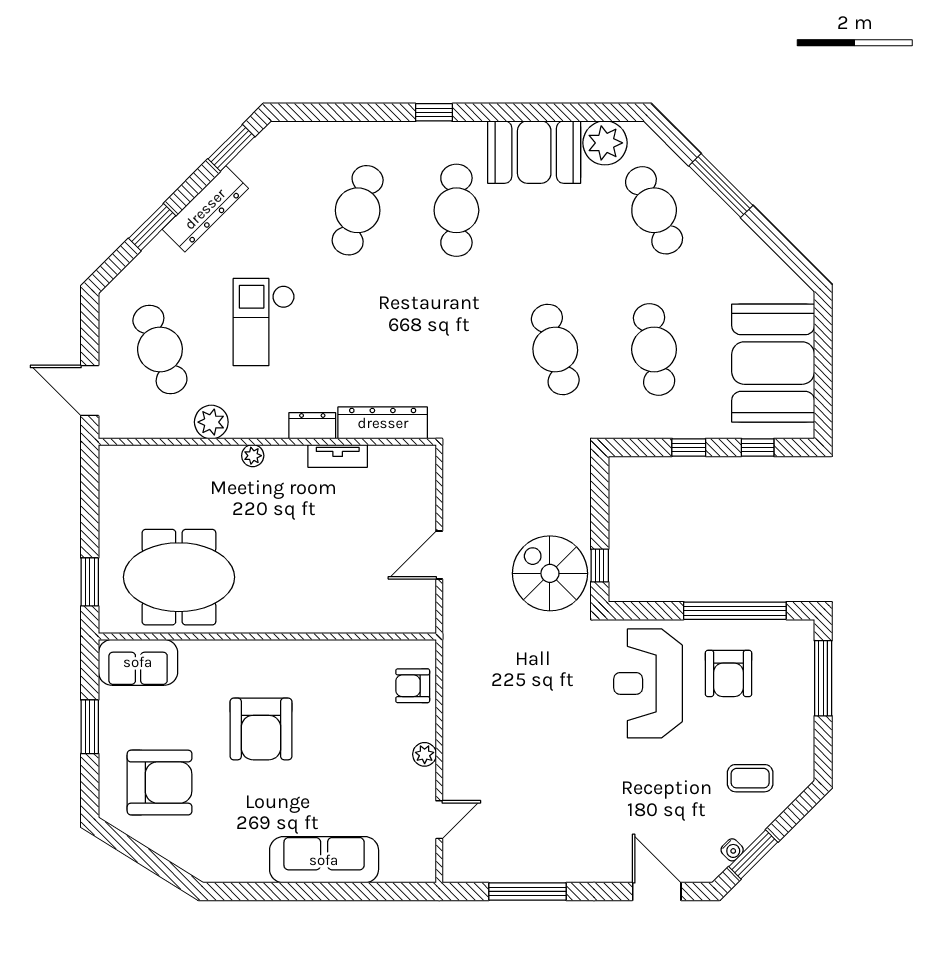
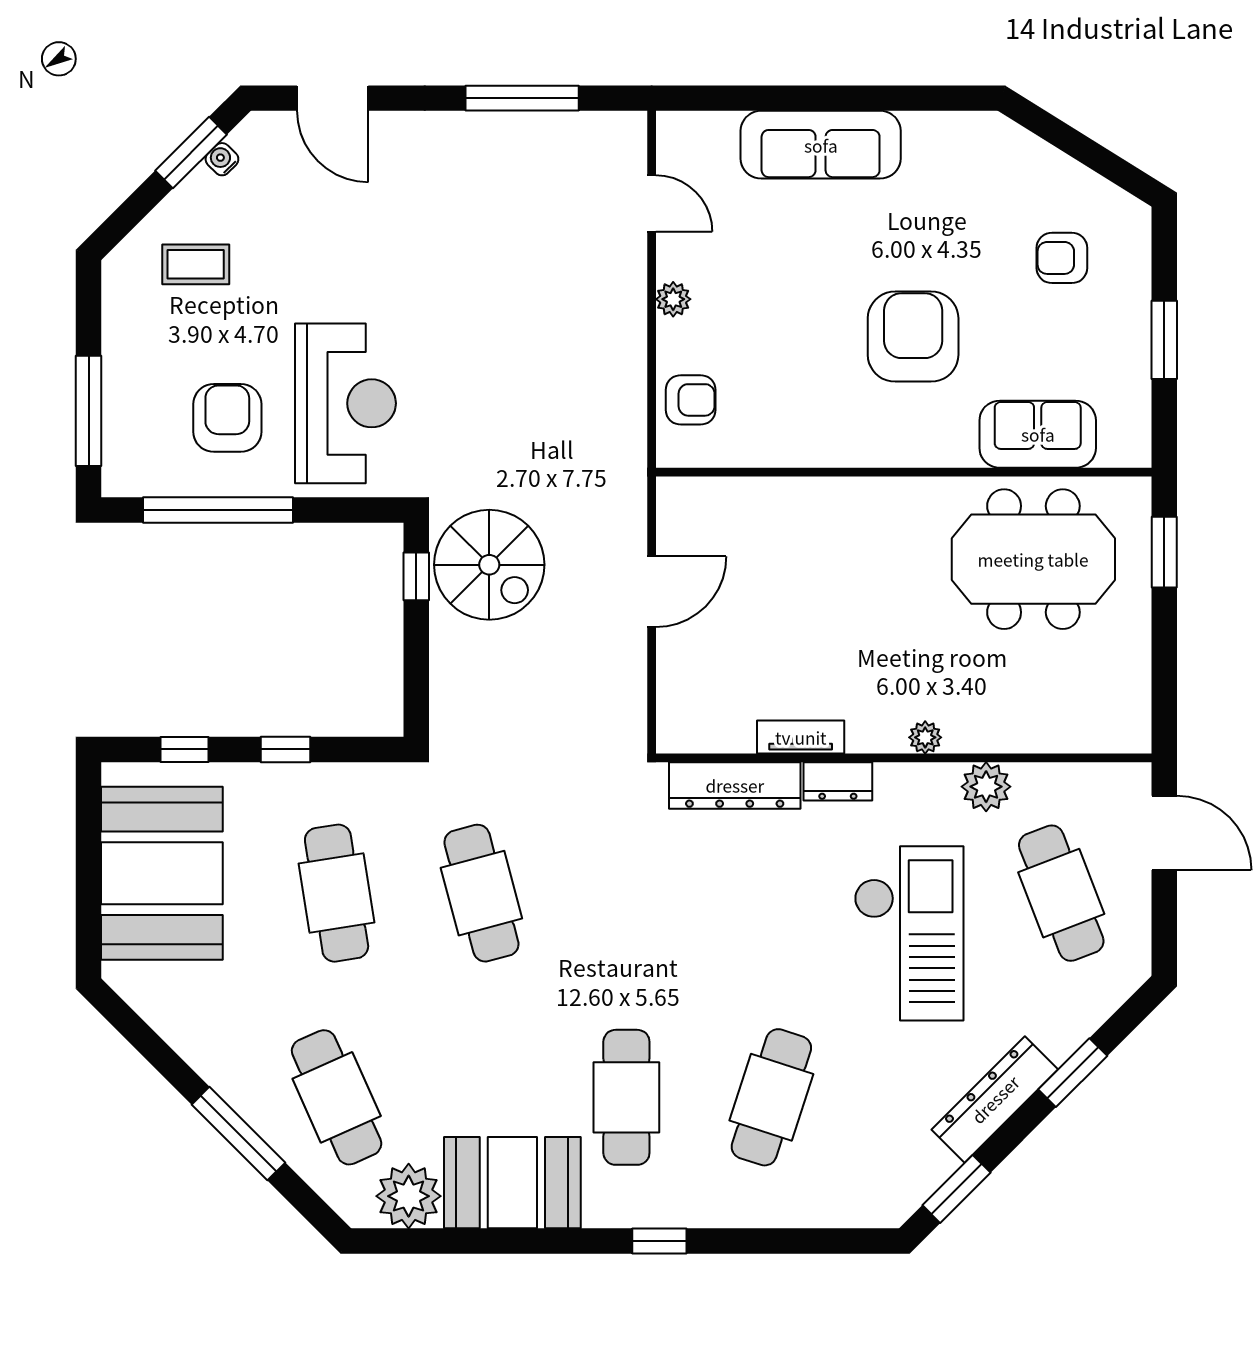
checkout: (264, 322) -> (909, 933), width x1.36, depth x1.21
sofa: (138, 662) -> (1038, 434), moved
armchair: (160, 783) -> (1062, 258), width x0.53, depth x0.53
door: (439, 820) -> (652, 203), swing flipped

